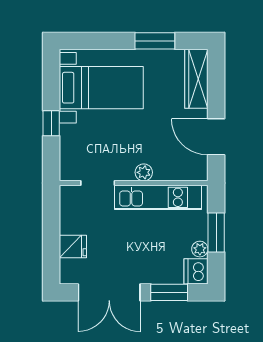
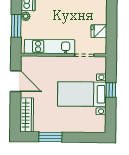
bed with nightstands: (101, 88) -> (82, 94), moved
plant: (144, 172) -> (58, 61), removed
fridge: (73, 246) -> (99, 31), moved

